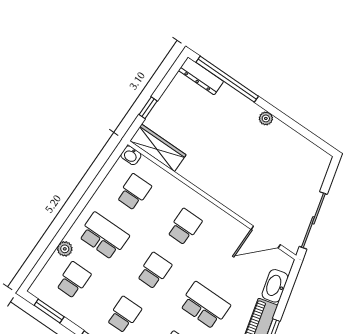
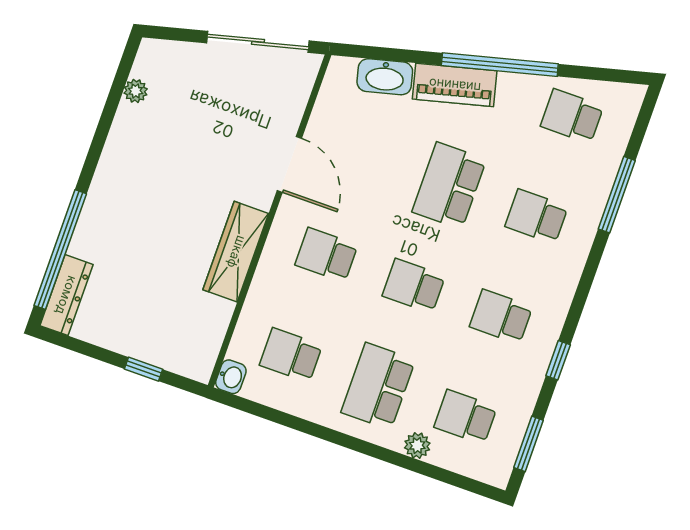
plant: (266, 118) -> (136, 91), moved
wardrobe: (158, 148) -> (236, 252), moved
door: (266, 237) -> (289, 164), moved

